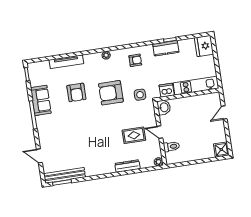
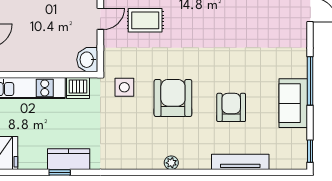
armchair: (135, 60) -> (123, 147), removed
armchair: (111, 93) -> (173, 98), turned -90
door: (160, 132) -> (100, 19), hinge flipped

